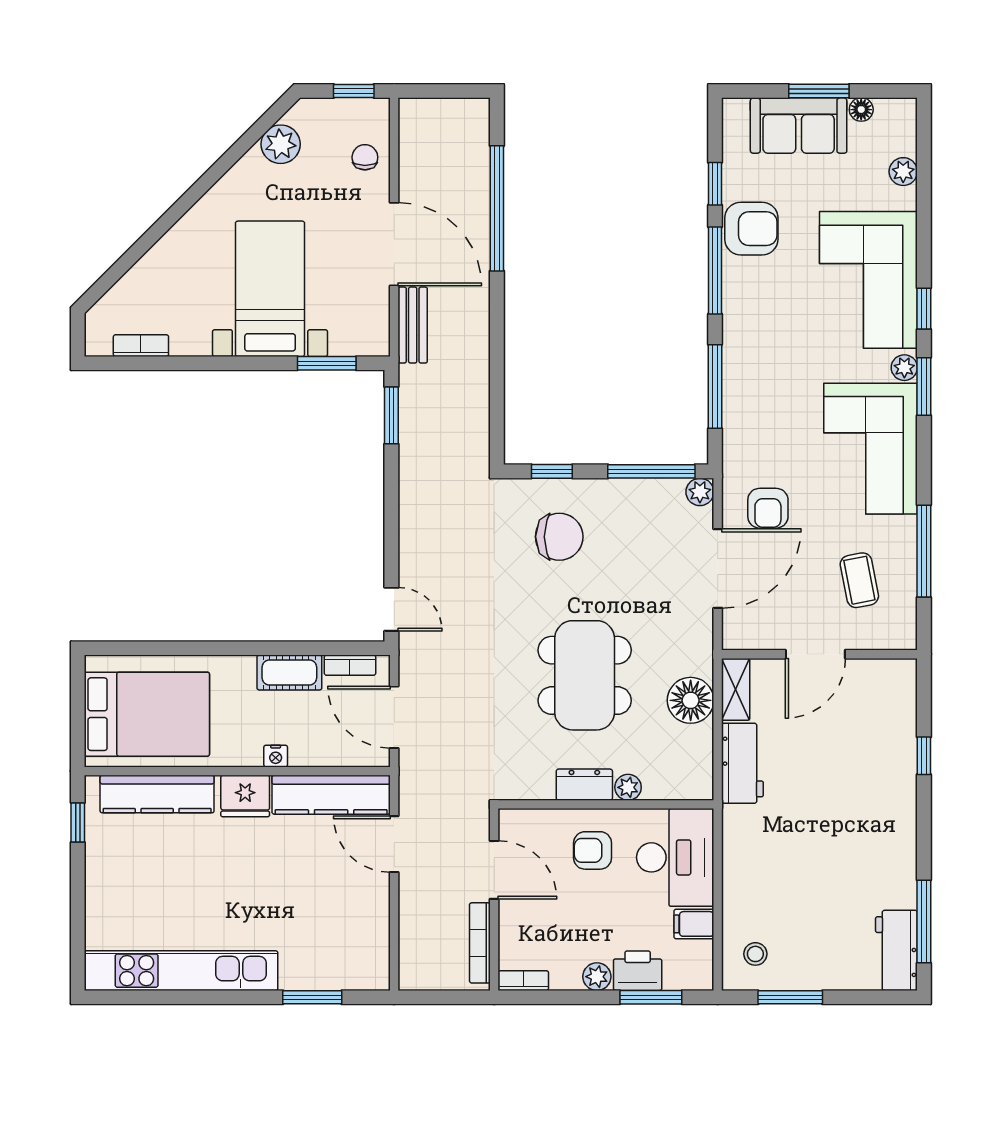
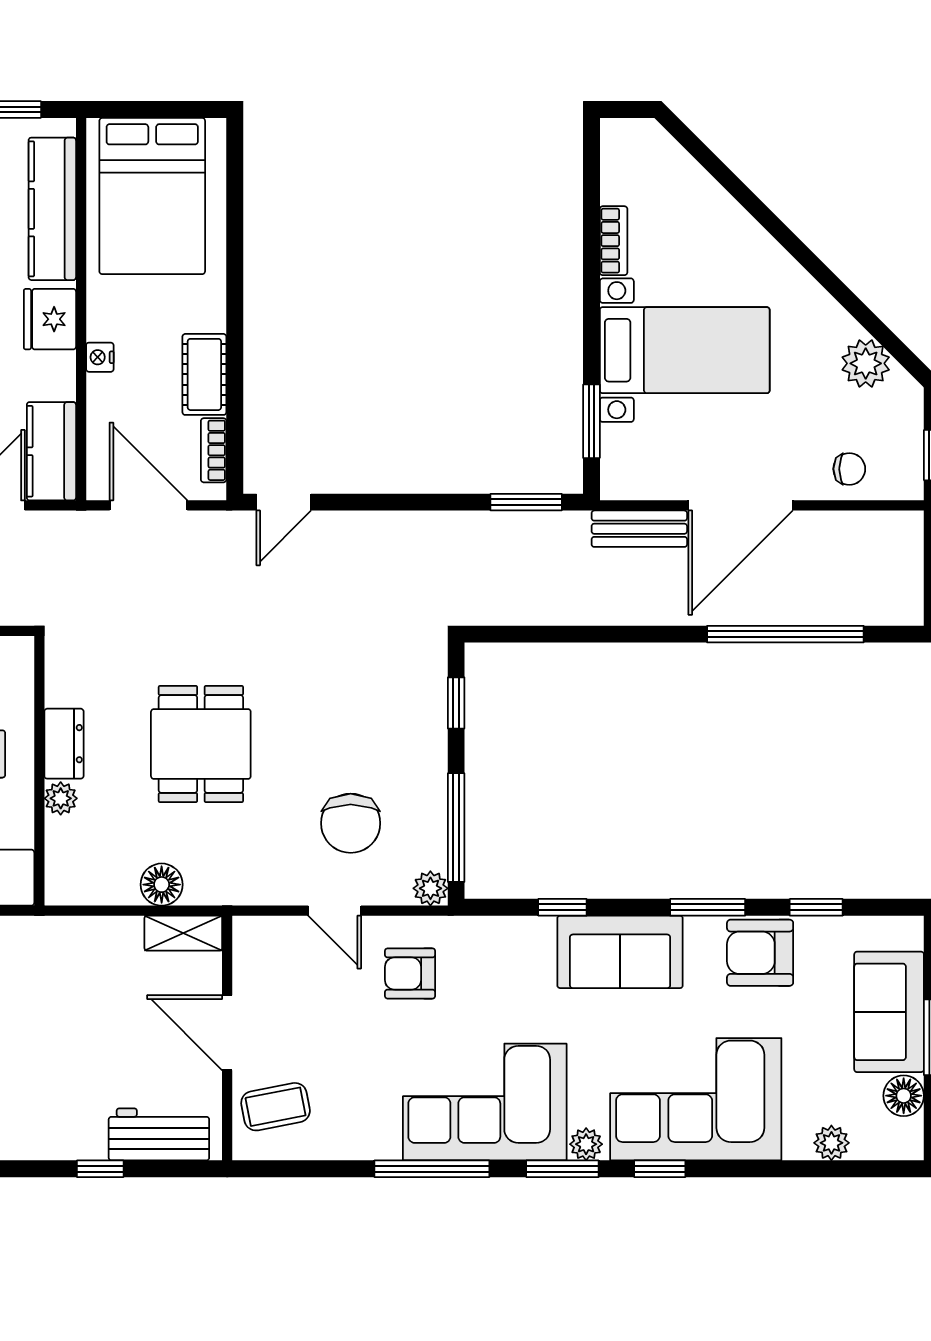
floor lamp: (861, 110) -> (904, 1096), width x1.37, depth x1.37
armchair: (751, 229) -> (760, 953), turned 90
window: (715, 271) -> (708, 907), width x0.69
sofa: (751, 340) -> (620, 952), added
bookcase: (141, 346) -> (614, 241), moved
window: (715, 386) -> (562, 907), width x0.46
chair: (559, 537) -> (351, 823), moved
window: (924, 551) -> (432, 1169), moved
door: (718, 568) -> (335, 911), width x0.53
coffee table: (859, 580) -> (276, 1107), moved
dining table: (585, 675) -> (201, 744), width x0.73
floor lamp: (691, 700) -> (162, 885), width x0.73, depth x0.73
door: (394, 717) -> (149, 505), hinge flipped
workbench: (742, 763) -> (159, 1134), moved, turned 180
kitchen counter: (331, 795) -> (51, 451), width x0.67

